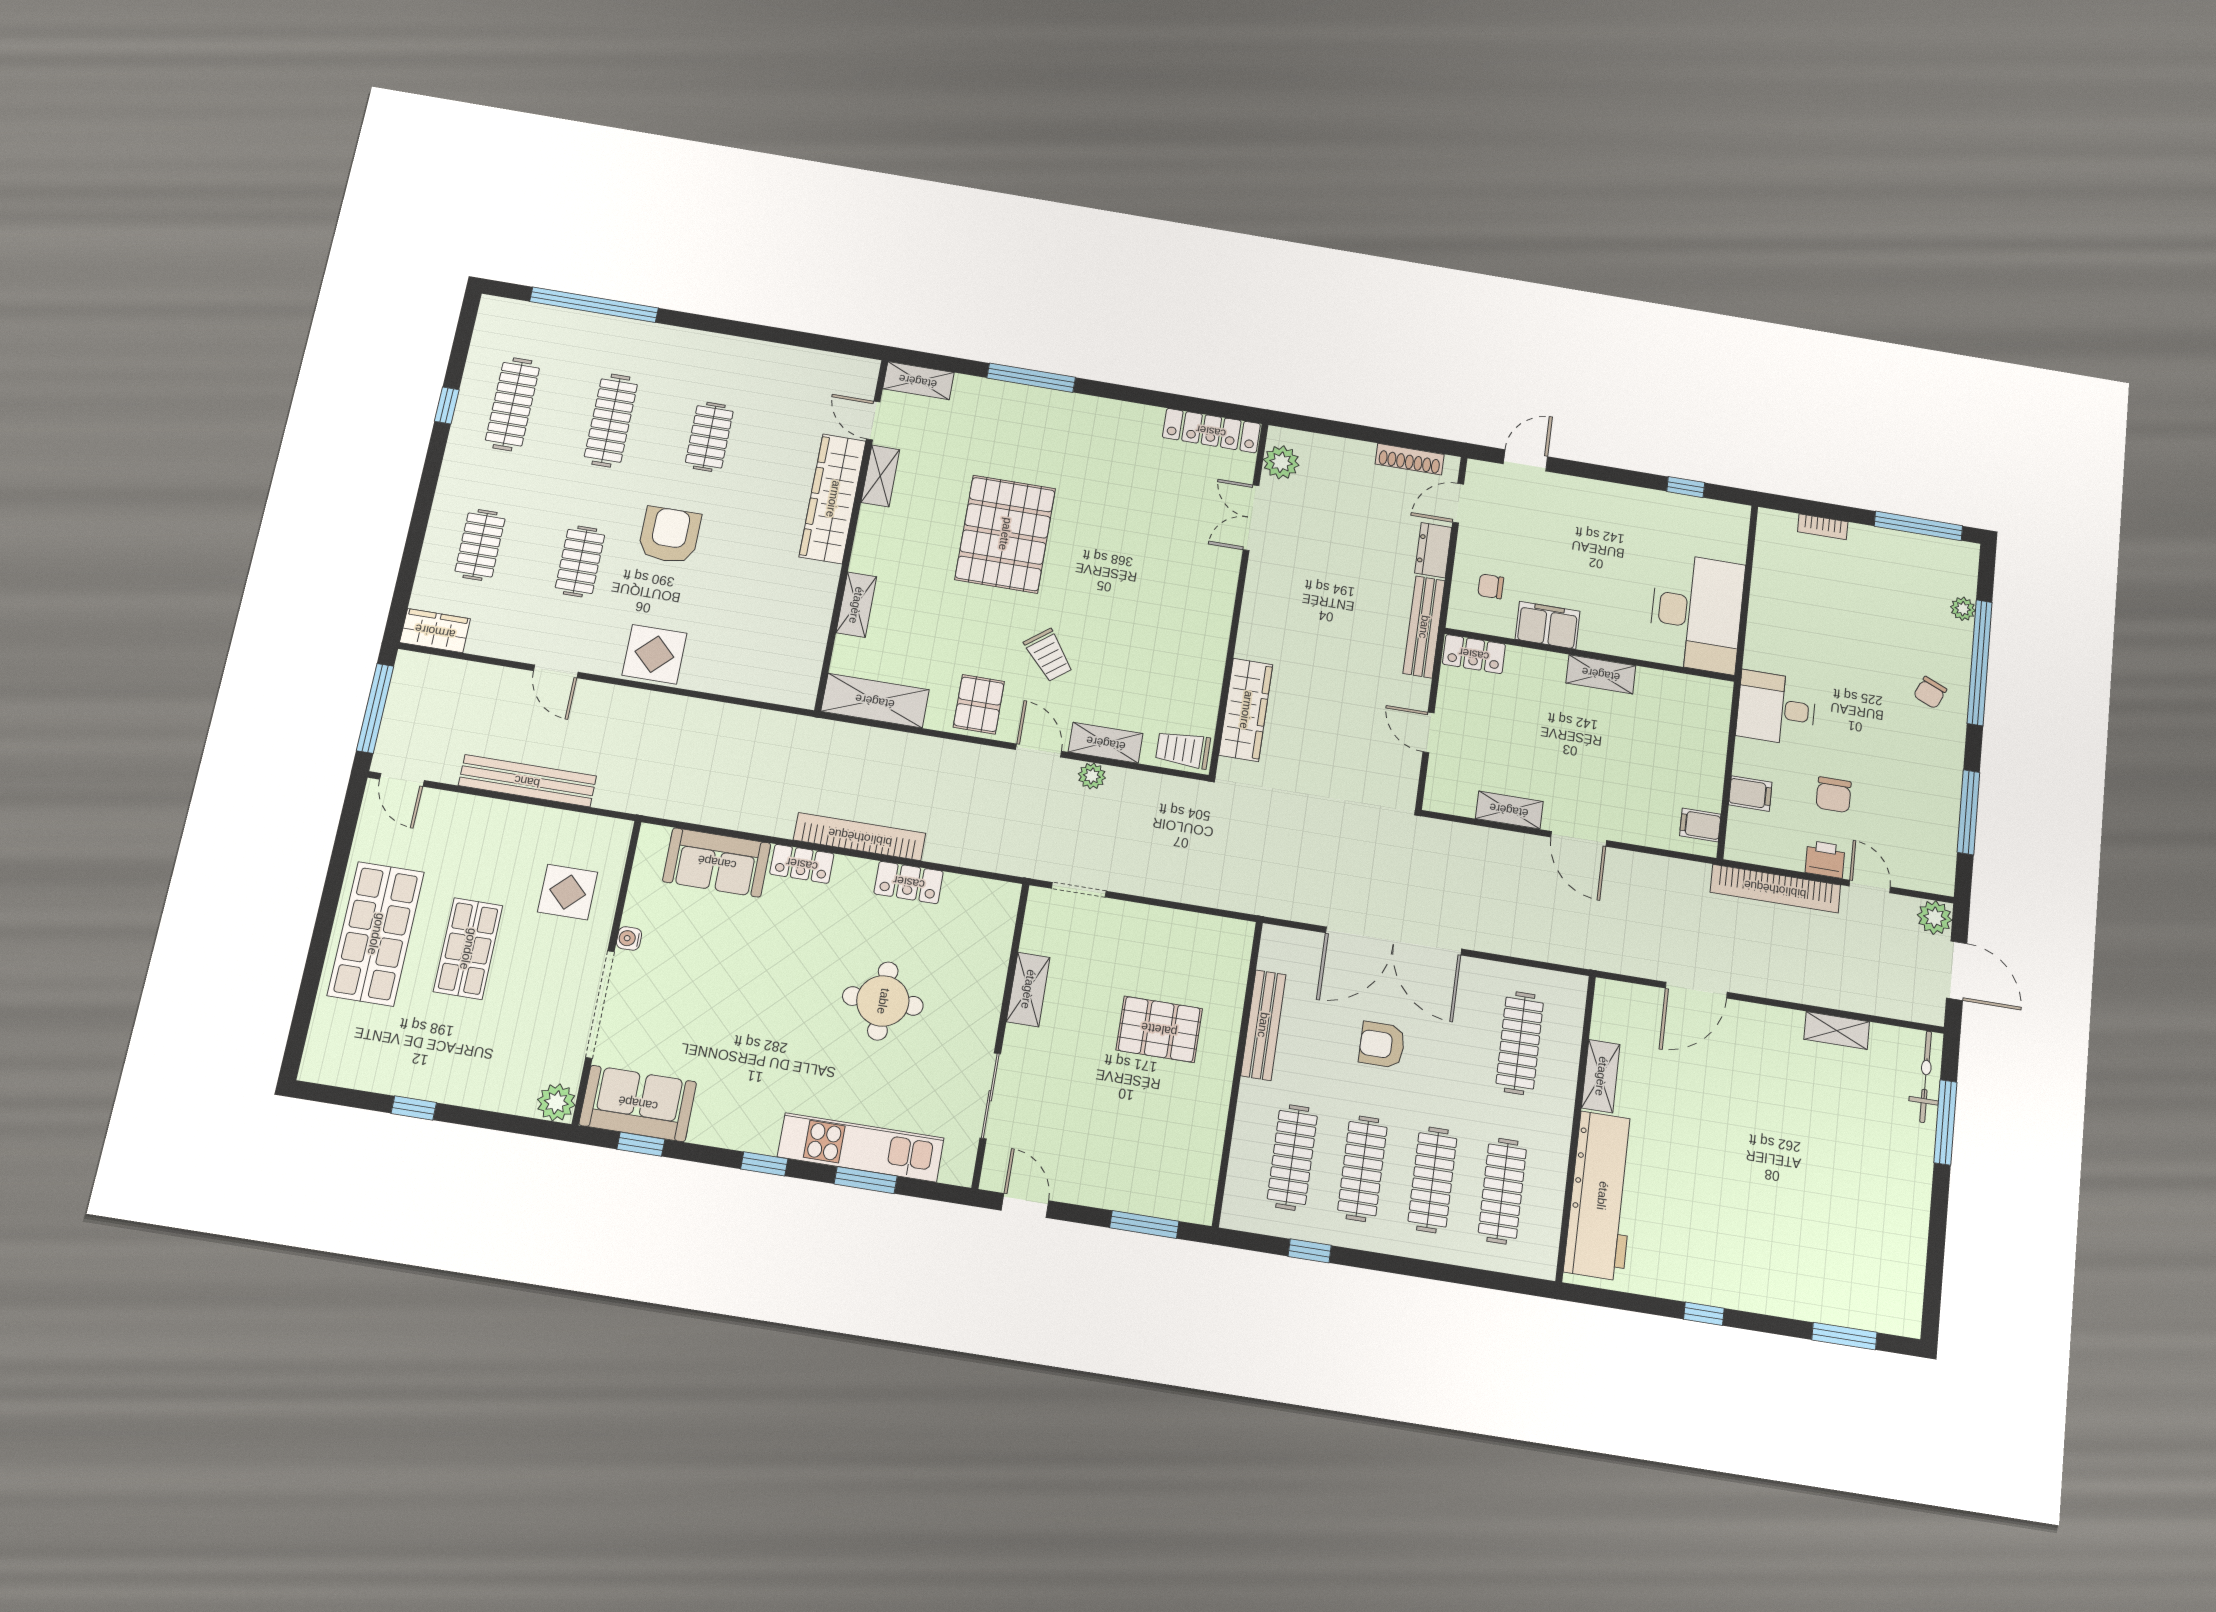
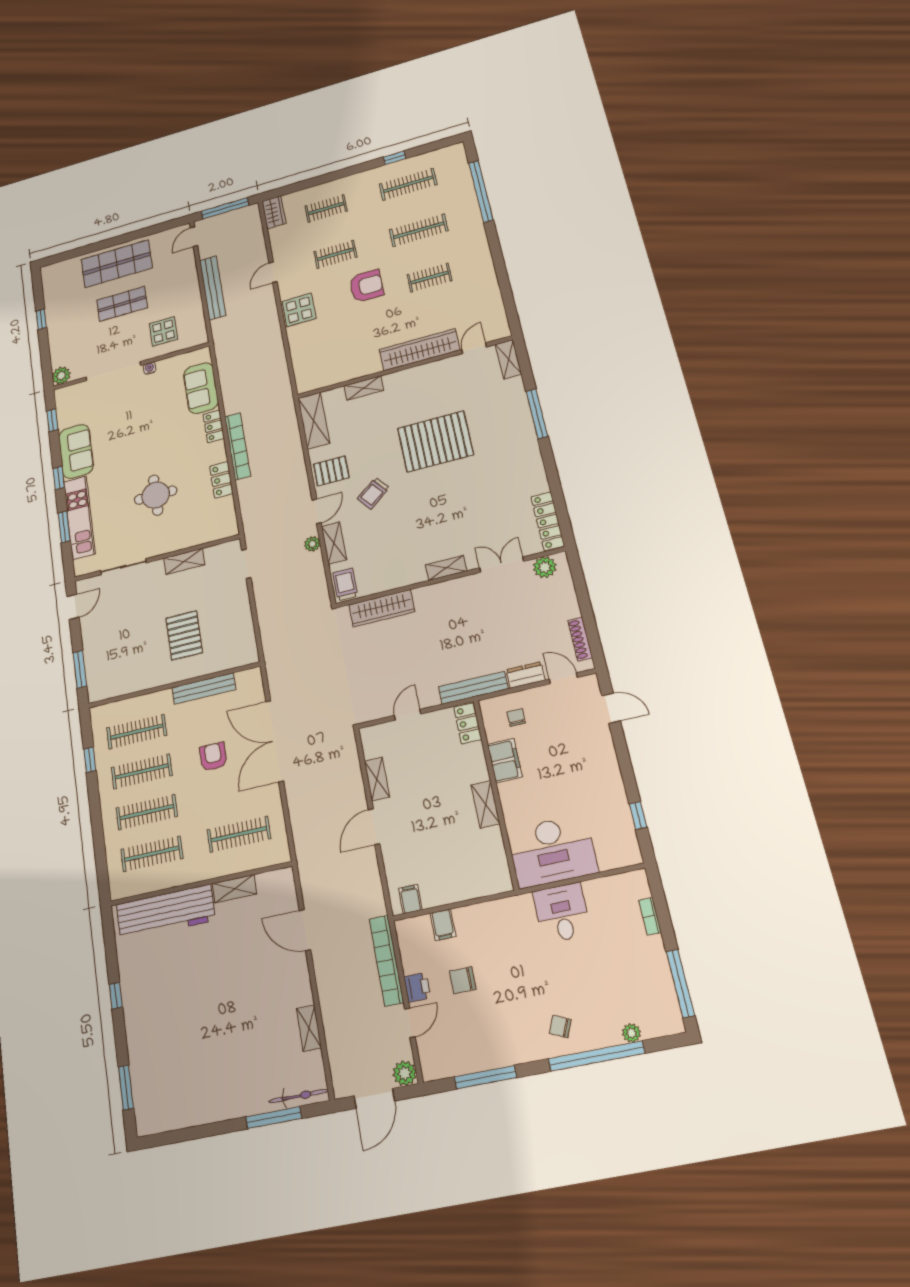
shelving: (880, 476) -> (446, 568), moved
desk: (1776, 708) -> (562, 913), moved
sofa: (638, 1103) -> (76, 451), moved

